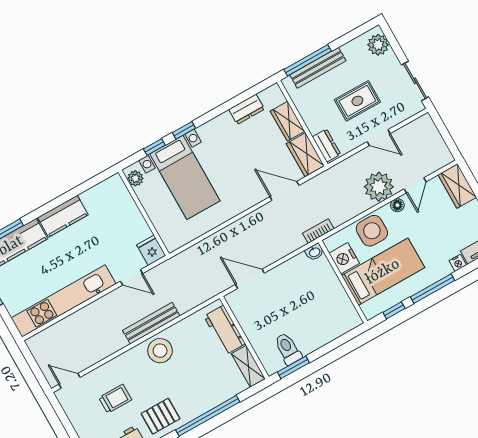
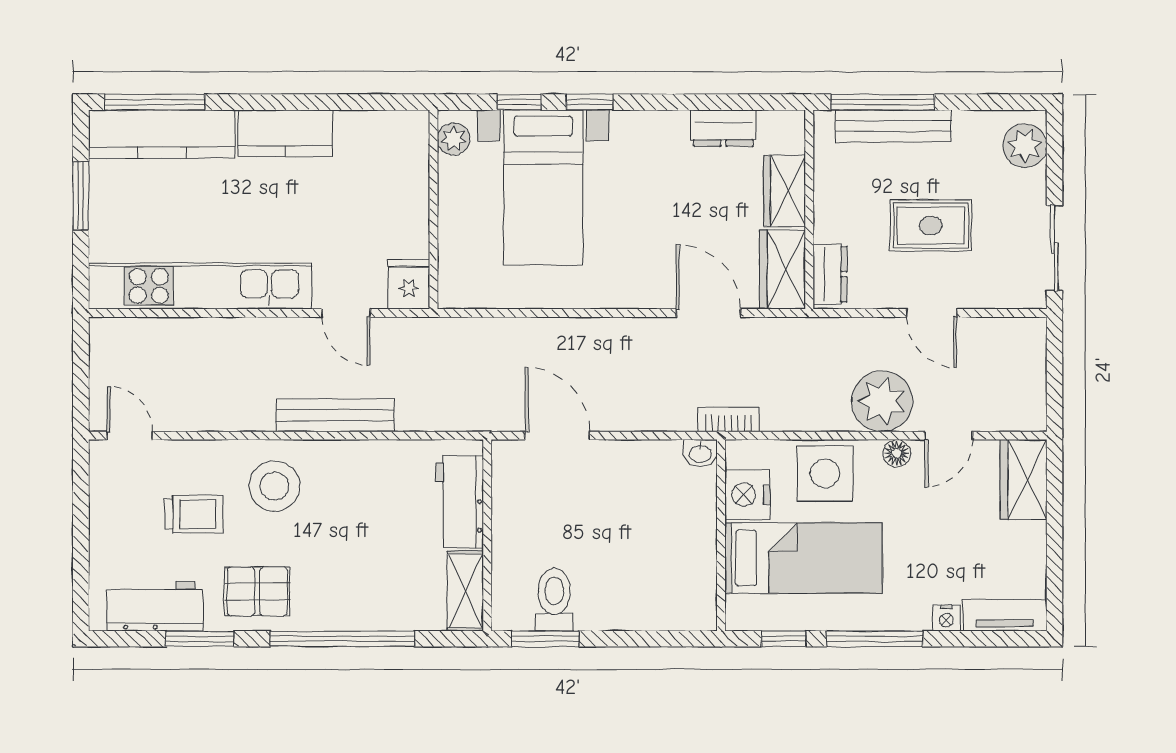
stool: (160, 351) -> (274, 486), moved

